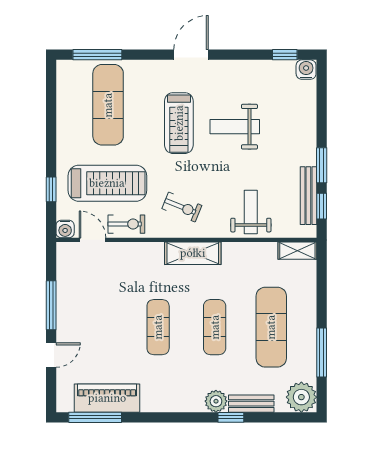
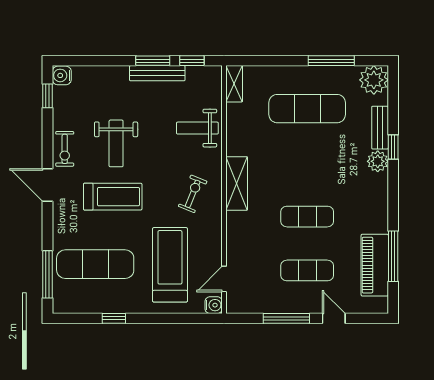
window: (51, 189) -> (114, 318), moved
bench: (308, 196) -> (157, 73), moved
exercise bike: (126, 224) -> (65, 149), moved, turned 180
exercise mat: (215, 327) -> (307, 270), moved
window: (95, 417) -> (393, 256), moved

